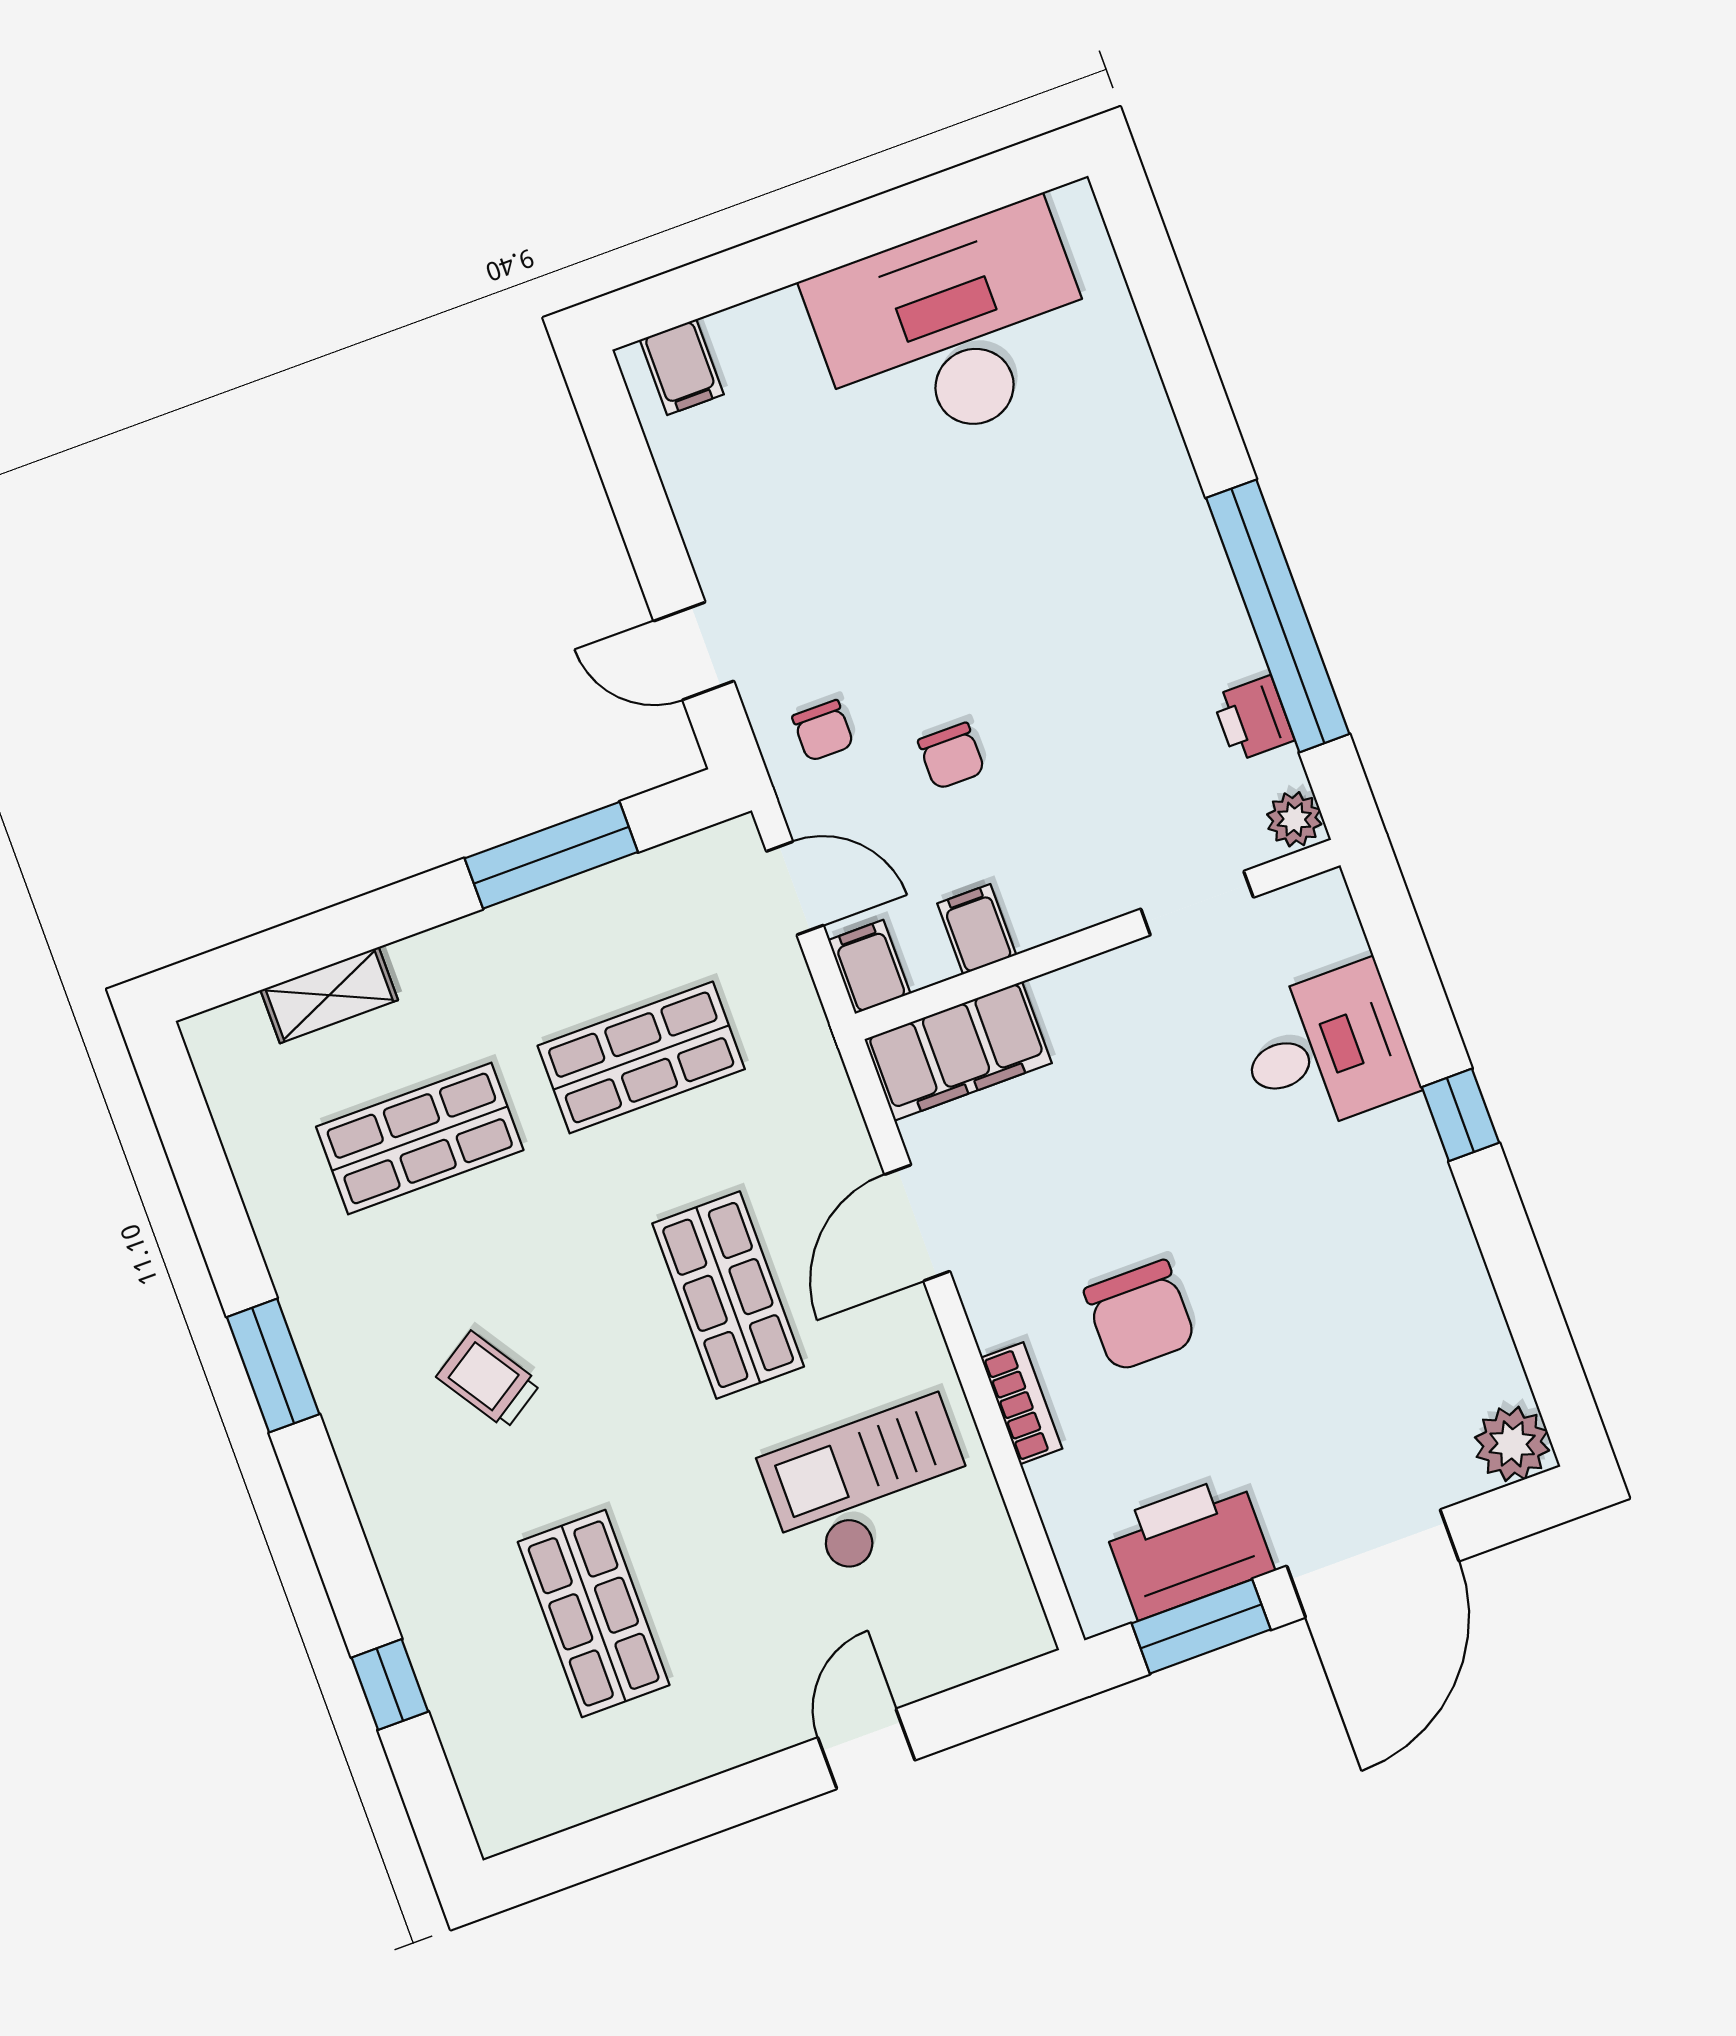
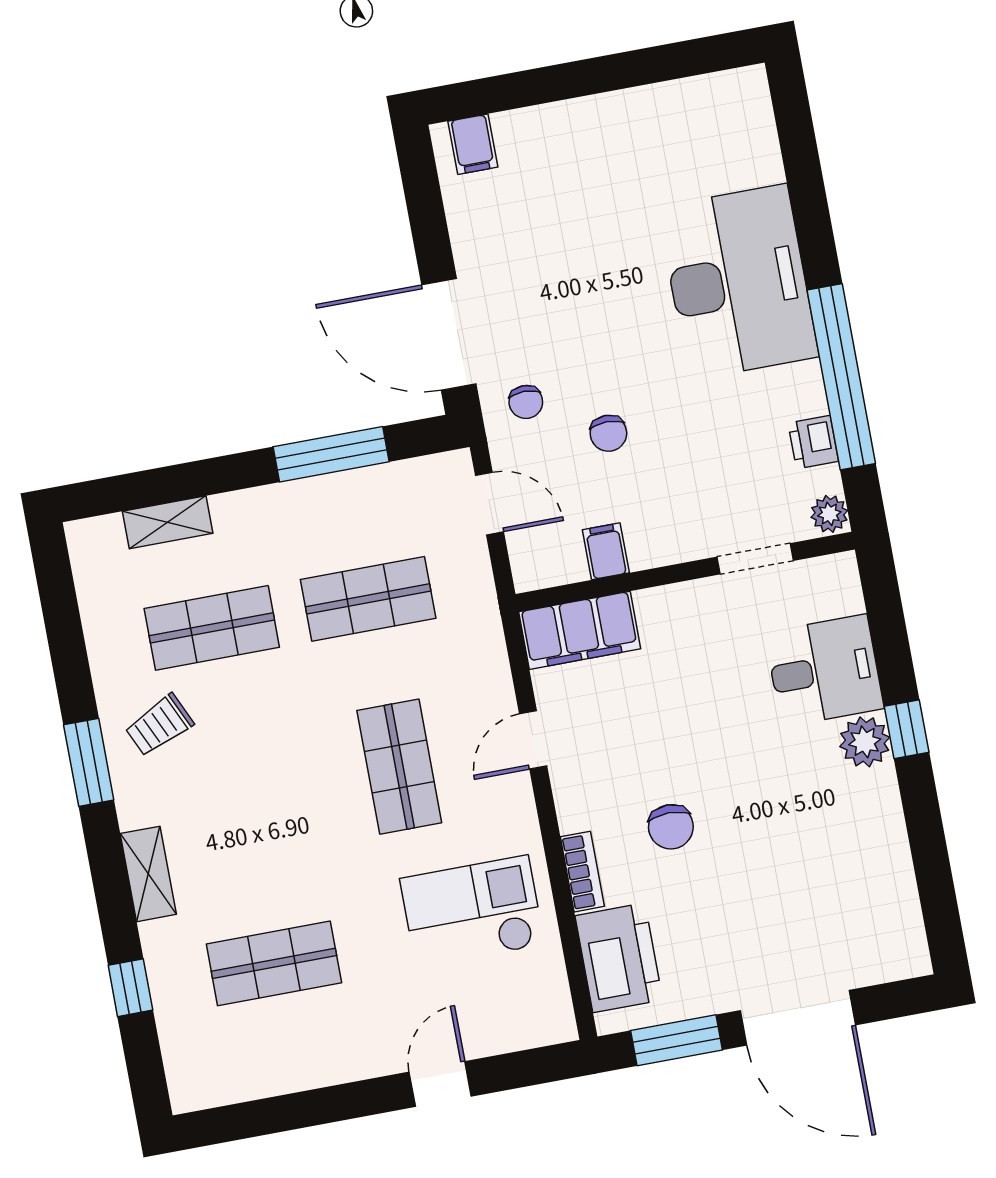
desk: (954, 329) -> (738, 282), moved, turned 90
door: (694, 651) -> (449, 334), width x1.88
filing cabinet: (869, 967) -> (530, 564), removed
door: (917, 1223) -> (533, 740), width x0.73
chair: (1140, 1316) -> (671, 827), width x0.73, depth x0.73
trolley: (489, 1380) -> (159, 725), moved, turned -82
plant: (1512, 1444) -> (865, 742), moved
shelving: (388, 1514) -> (148, 874), added
printer: (1189, 1546) -> (619, 958), moved, turned 90
door: (1373, 1564) -> (798, 1018), hinge flipped
shop shelf: (594, 1614) -> (274, 963), turned 90

